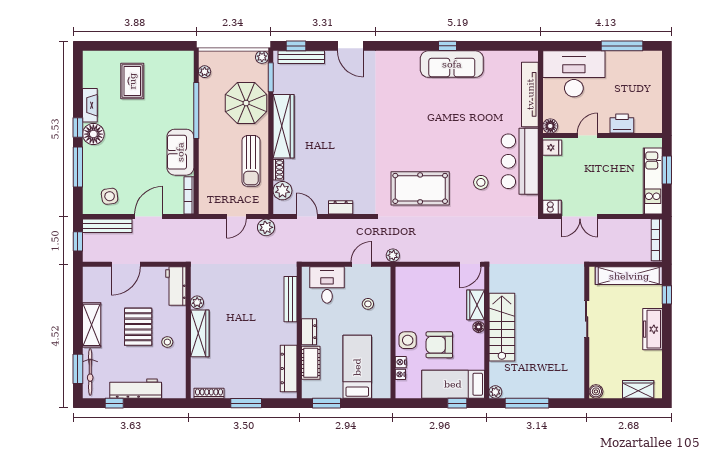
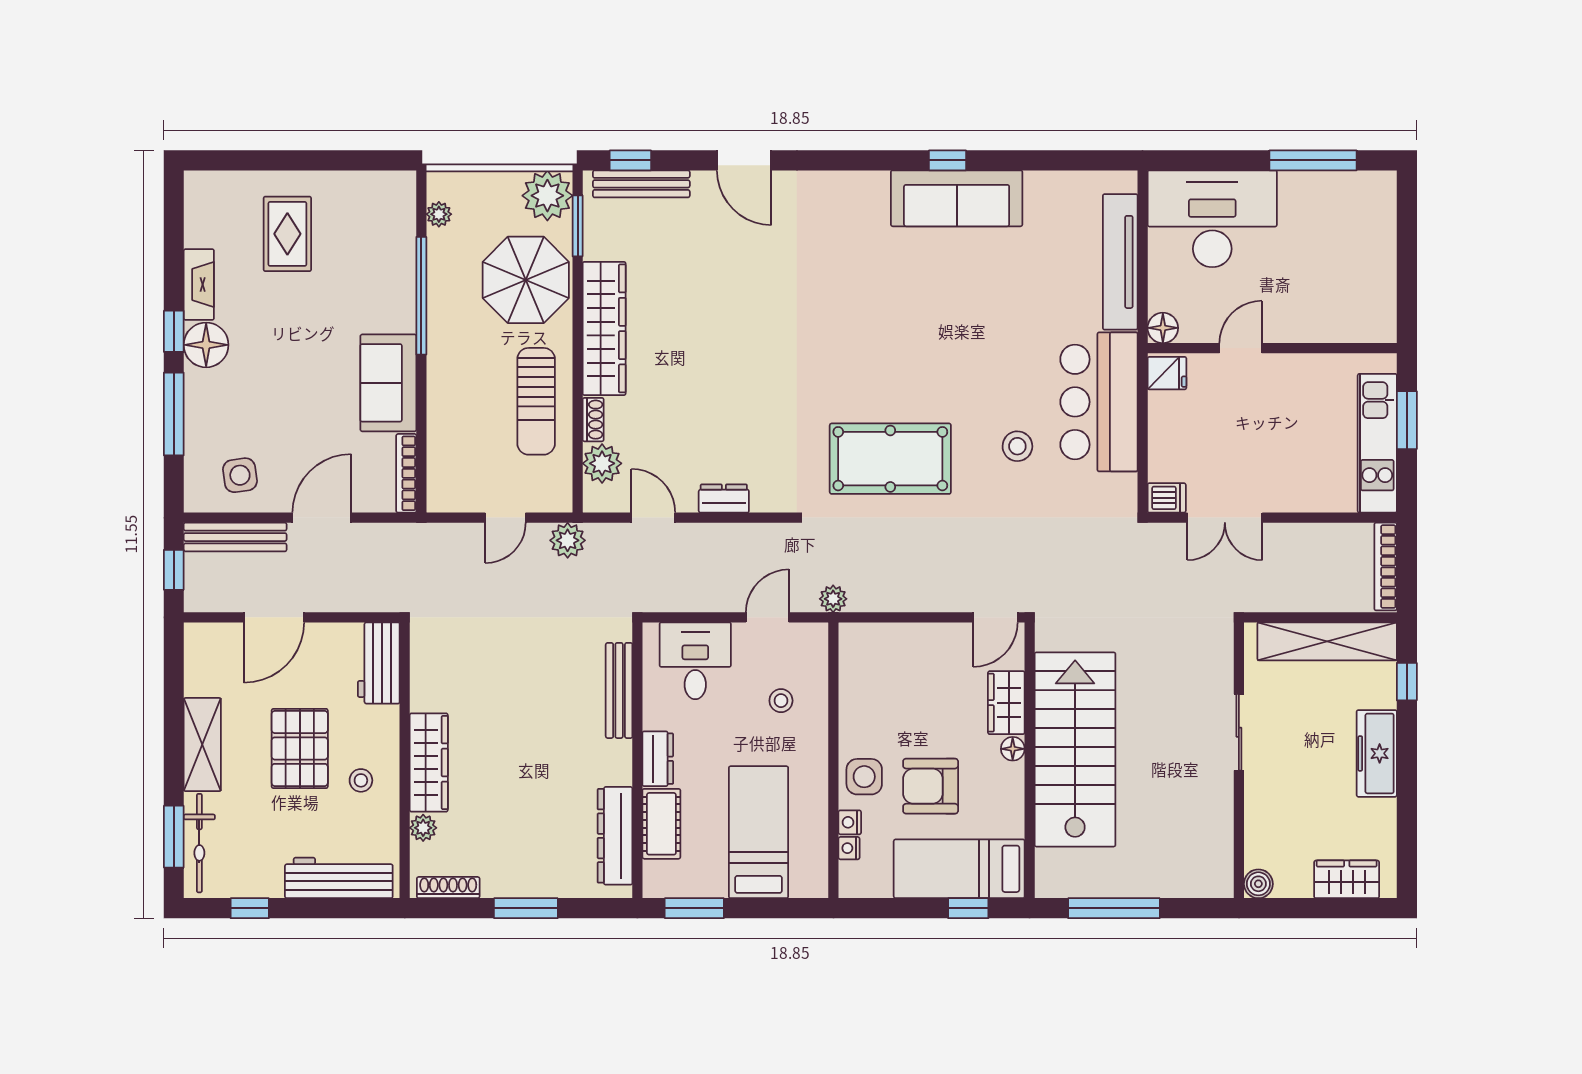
plant: (262, 57) -> (547, 196), width x1.87, depth x1.87
printer: (622, 124) -> (1313, 323), removed
plant: (197, 302) -> (423, 828), moved
stairs: (502, 327) -> (1075, 749), width x1.36, depth x1.51
workbench: (136, 389) -> (339, 878), moved
plant: (495, 392) -> (1048, 885), removed

